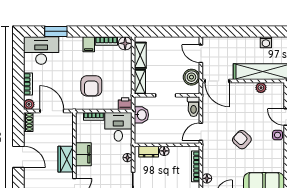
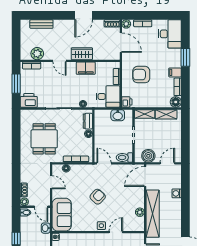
window: (56, 31) -> (185, 57), moved
washing machine: (266, 42) -> (177, 193), moved
door: (52, 111) -> (121, 43), hinge flipped

